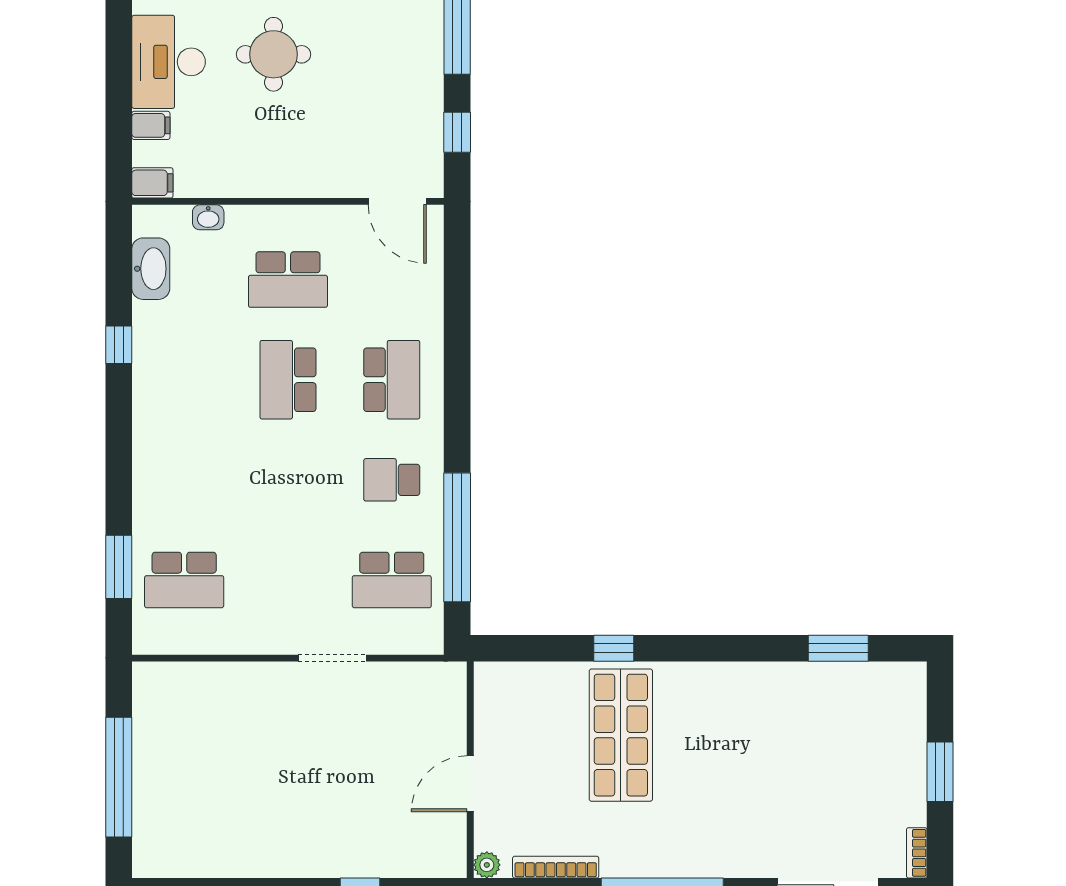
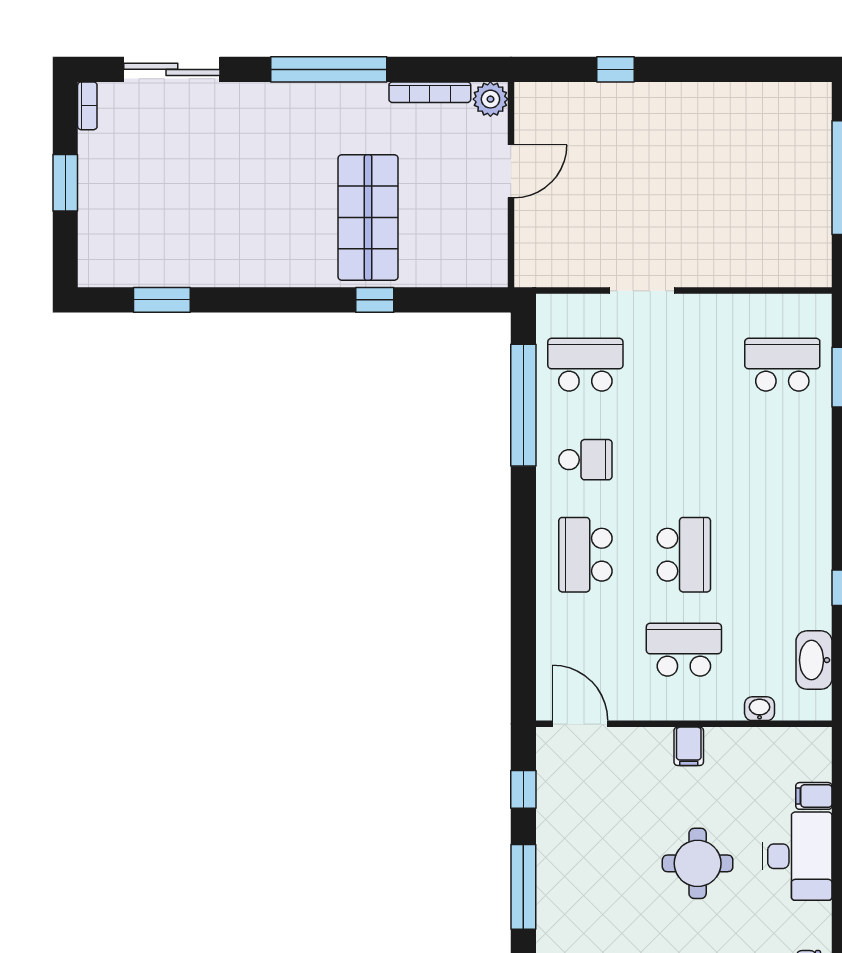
filing cabinet: (152, 183) -> (689, 746), moved, turned -90
plant: (487, 865) -> (490, 99), width x1.38, depth x1.38

